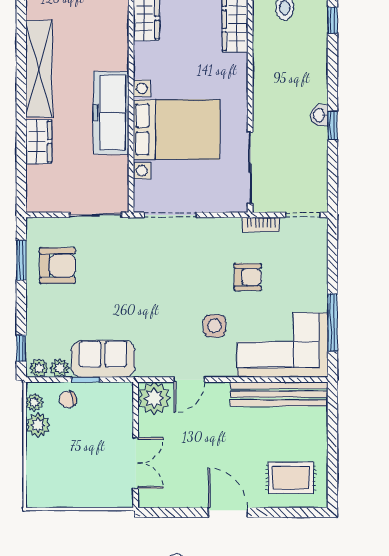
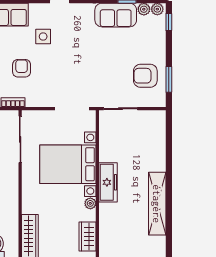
plant: (142, 69) -> (90, 203), added
freezer: (111, 113) -> (108, 182), width x0.73, depth x0.79
wardrobe: (39, 142) -> (157, 156), removed
armchair: (248, 277) -> (22, 68), turned 90

